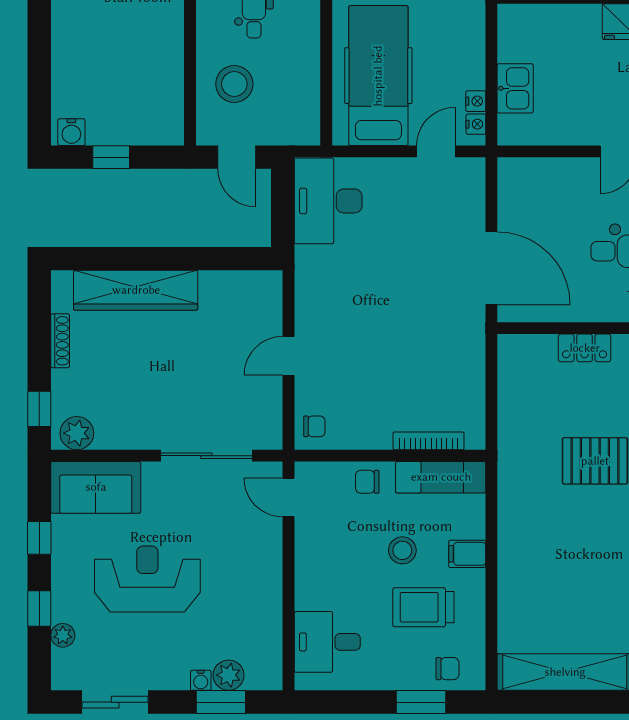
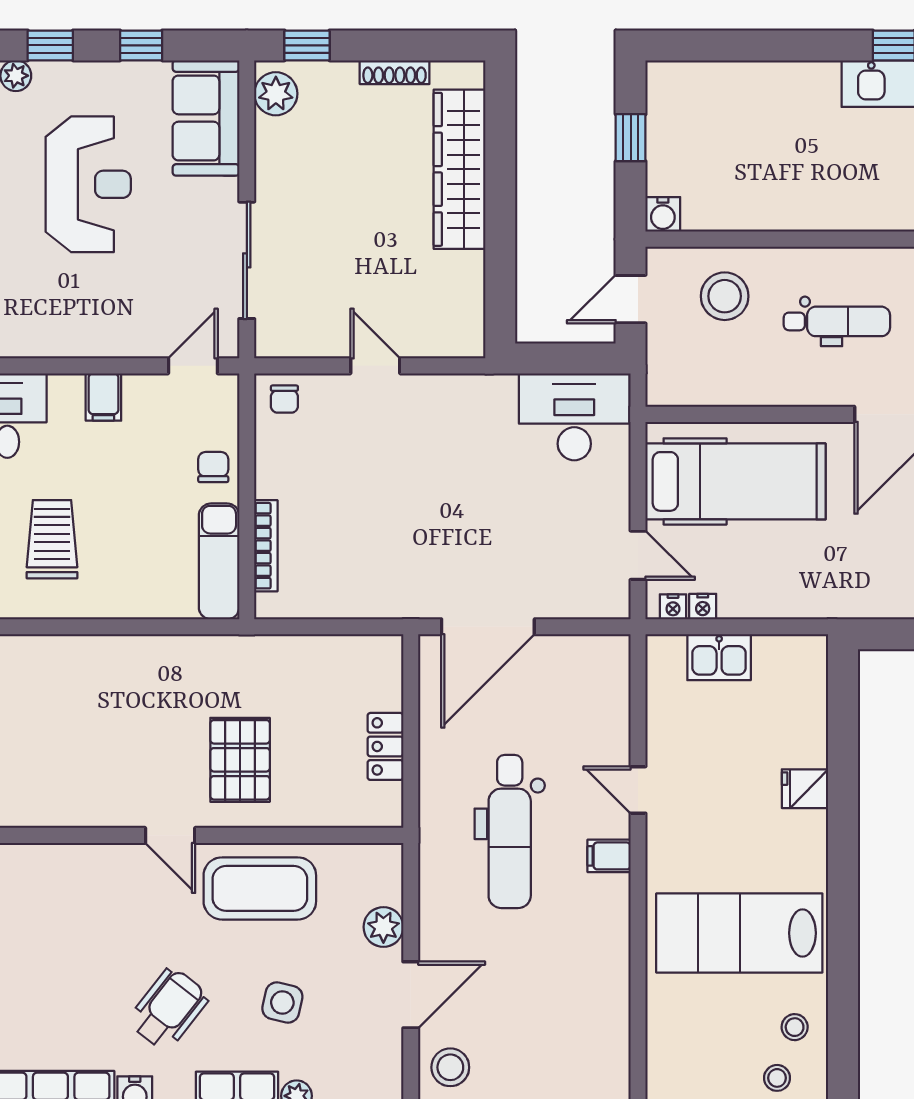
water cooler: (71, 132) -> (663, 214), moved, turned -90
stool: (402, 550) -> (125, 512), removed
filing cabinet: (467, 554) -> (103, 397), moved, turned 180

